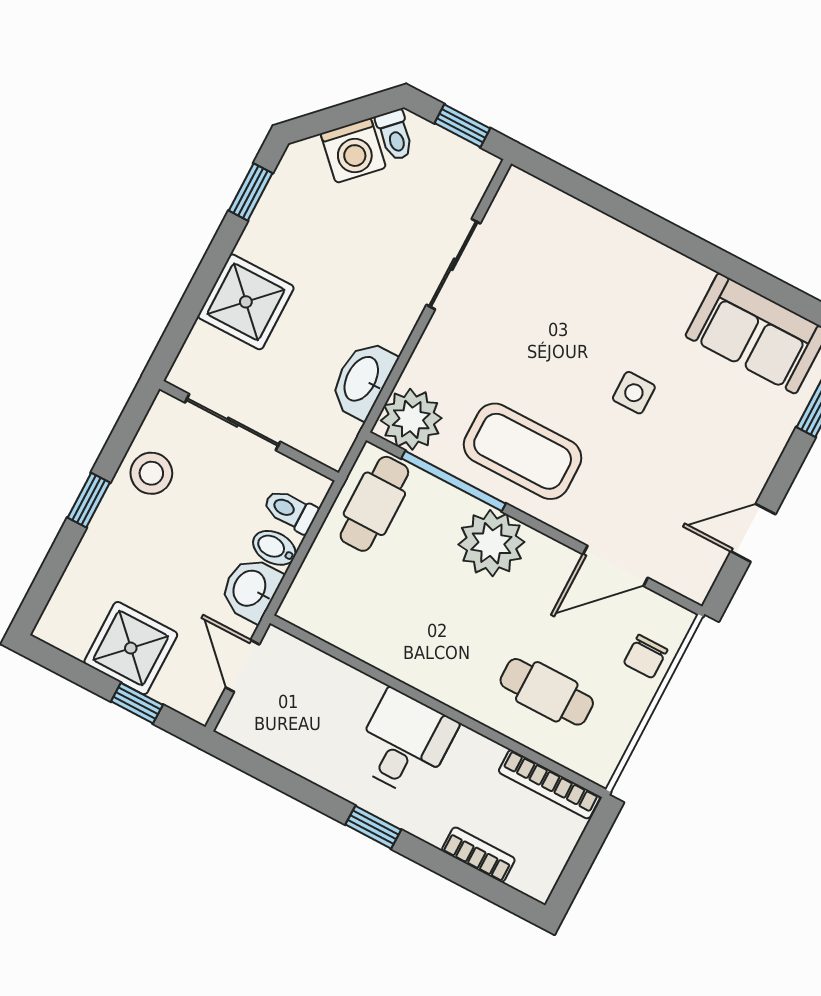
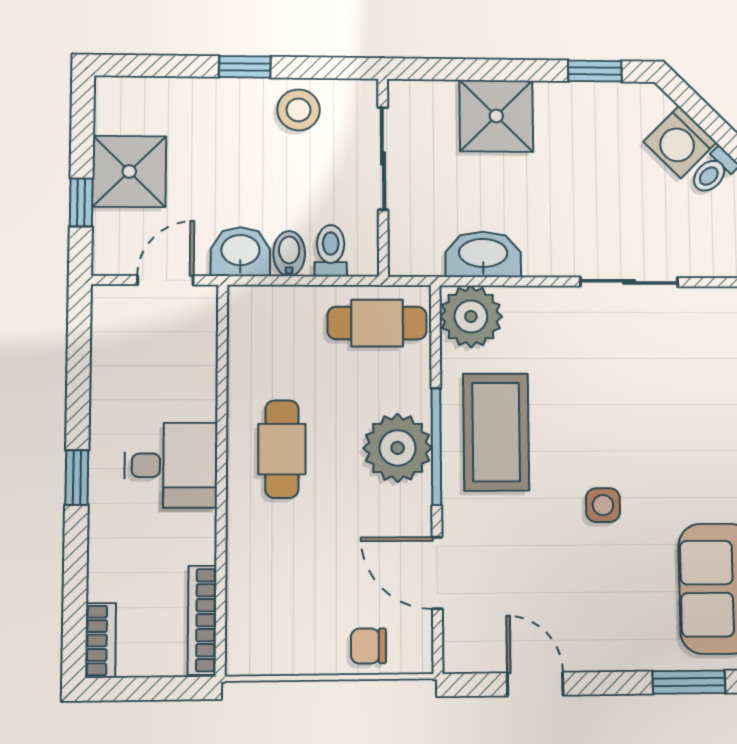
window: (454, 481) -> (436, 447), moved
cafe table: (547, 692) -> (282, 449), moved
bookcase: (478, 855) -> (101, 640), moved

